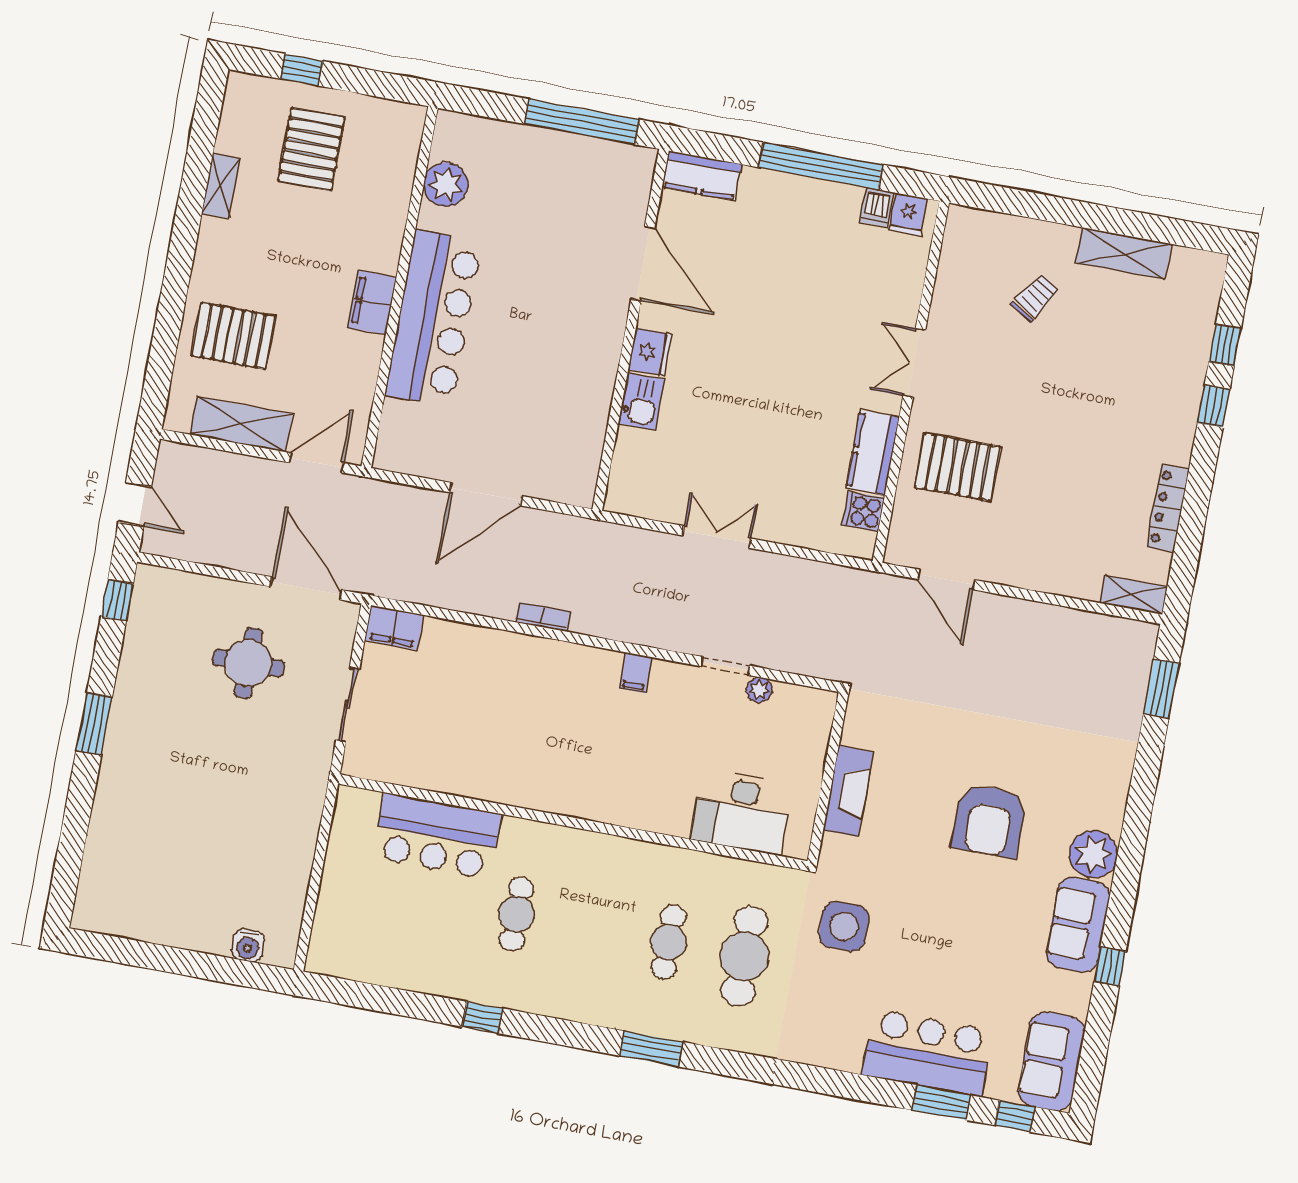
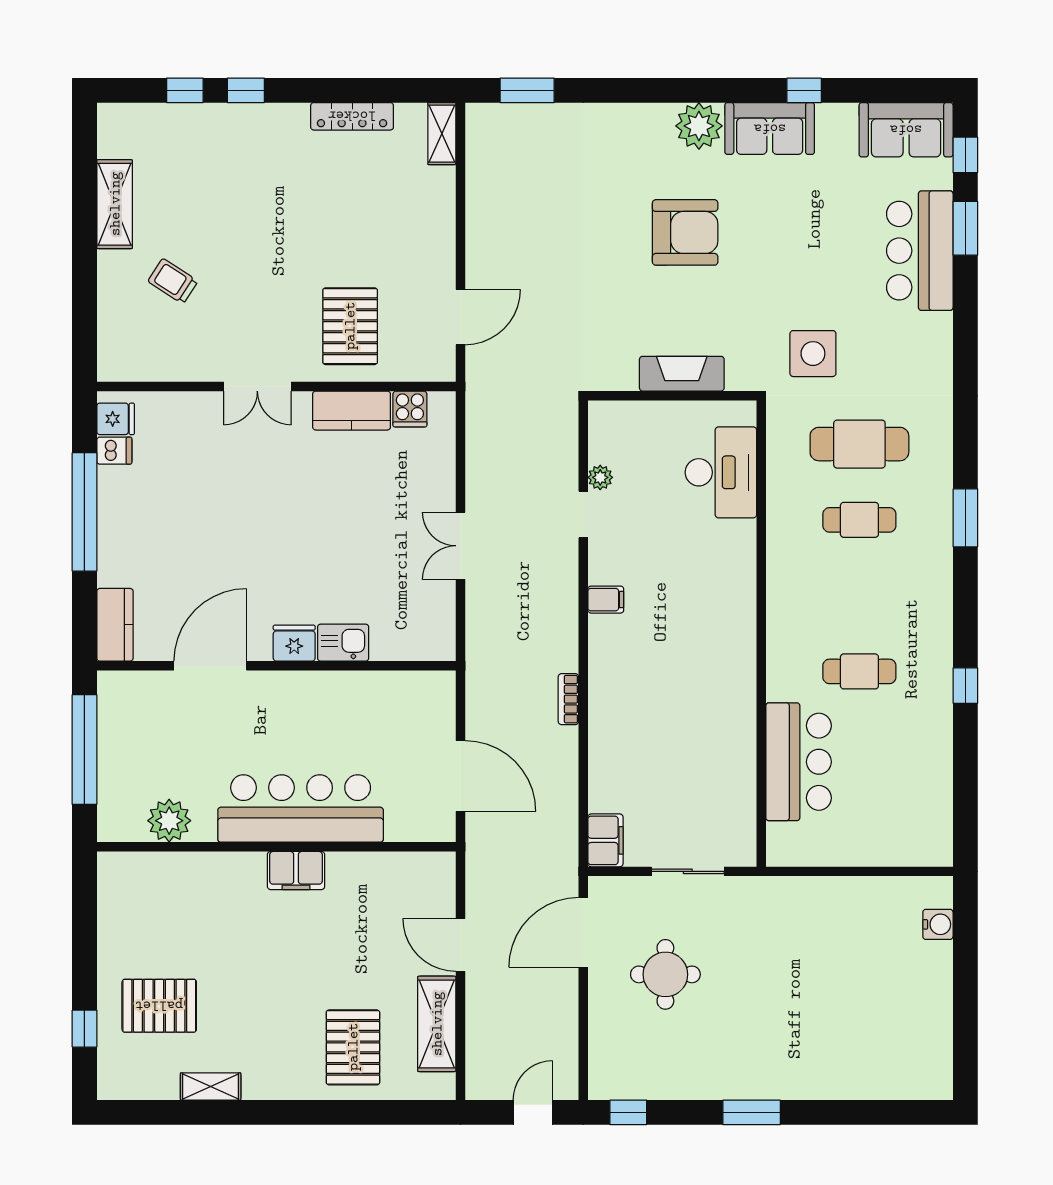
plant: (446, 184) -> (169, 821), moved
wall: (400, 287) -> (276, 847), moved
filing cabinet: (372, 302) -> (296, 871), moved
bar counter: (434, 319) -> (301, 809), moved

